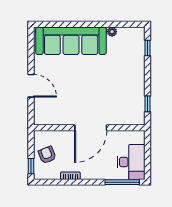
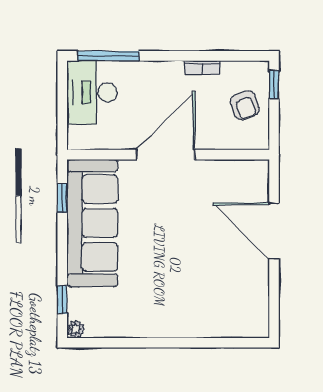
plant: (112, 32) -> (76, 329), moved
sofa: (71, 41) -> (92, 223), moved, turned 90
door: (31, 86) -> (274, 231), width x1.36

